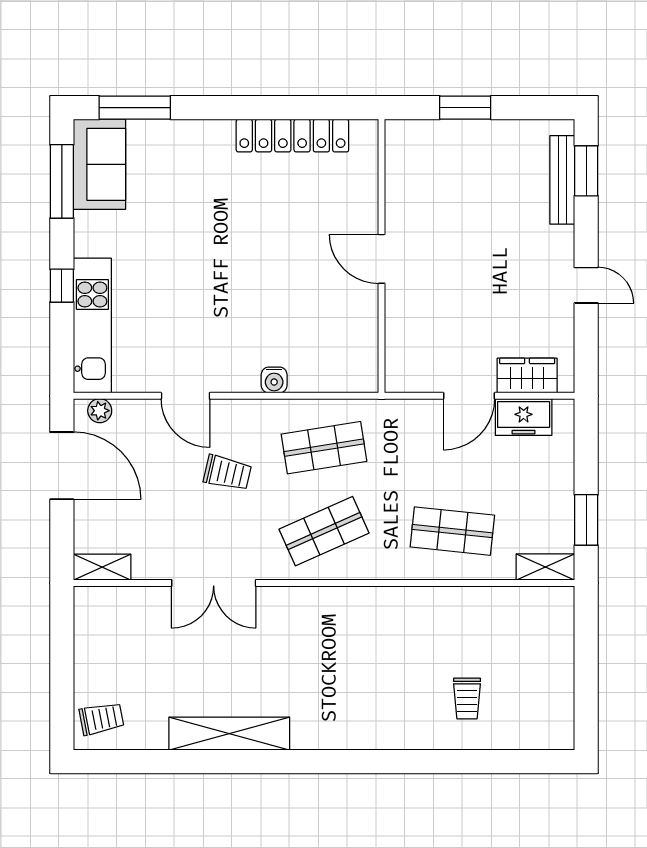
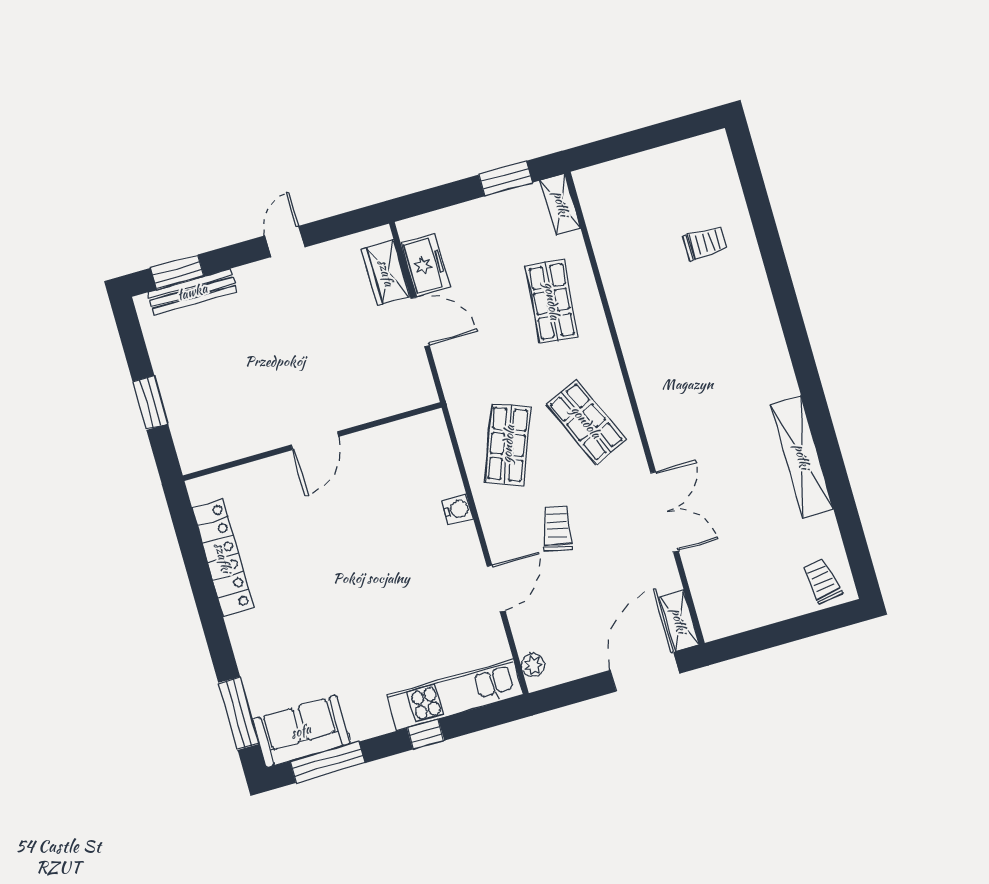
shop shelf: (324, 448) -> (508, 444), turned 30
door: (62, 466) -> (645, 672), moved

